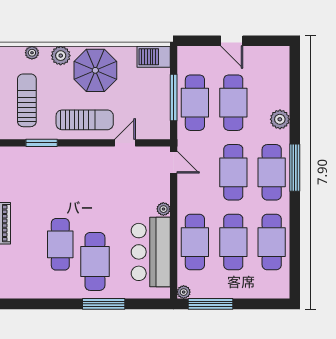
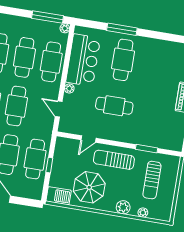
parasol: (95, 70) -> (89, 187), moved
window: (174, 97) -> (49, 165), width x0.46
door: (174, 162) -> (59, 109), moved
cafe table: (60, 244) -> (114, 106), moved, turned 90

